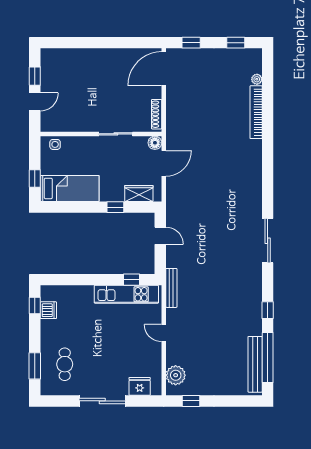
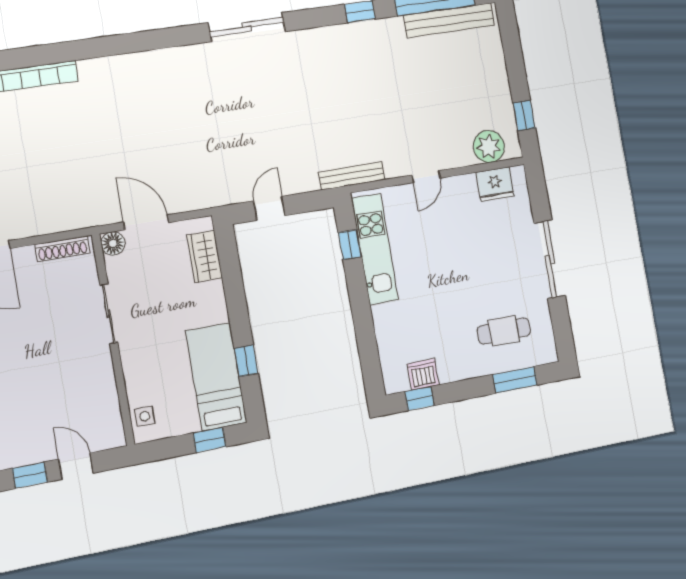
window: (115, 207) -> (246, 361), moved
fridge: (140, 386) -> (495, 184), moved, turned -90

